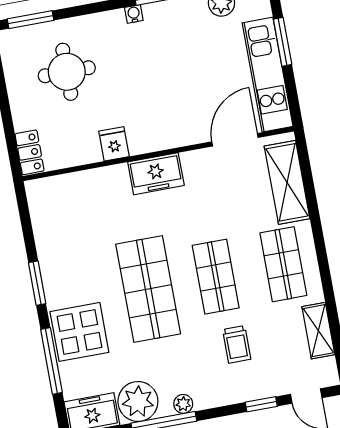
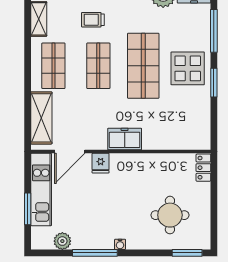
fridge: (114, 144) -> (101, 163), moved
display table: (79, 332) -> (188, 68), moved
trolley: (237, 344) -> (93, 20), turned -90

